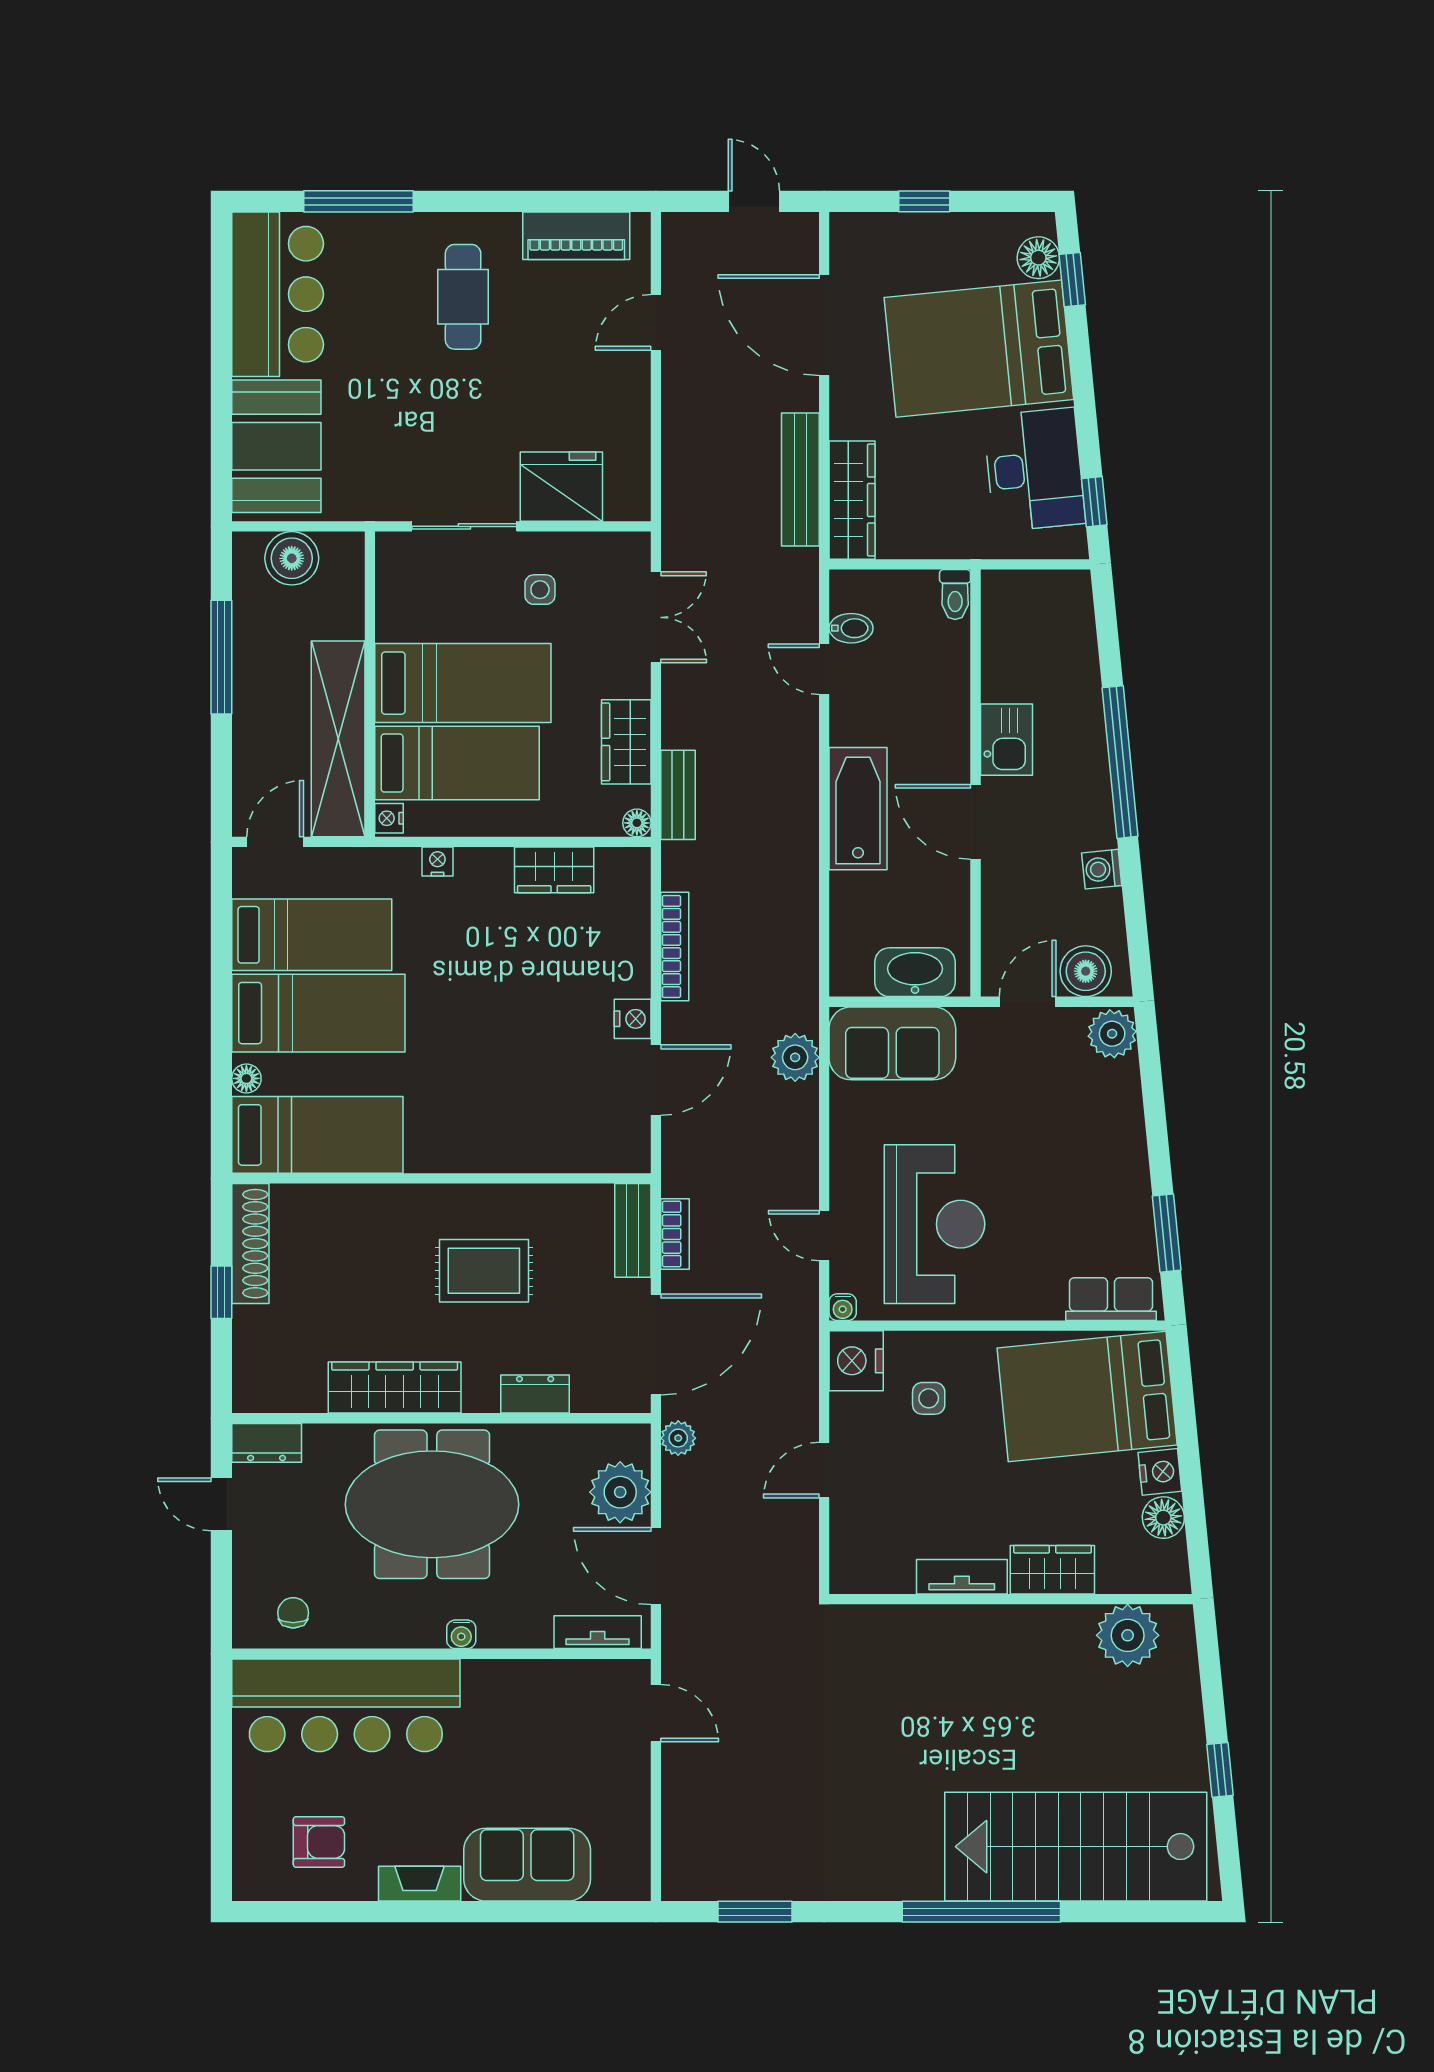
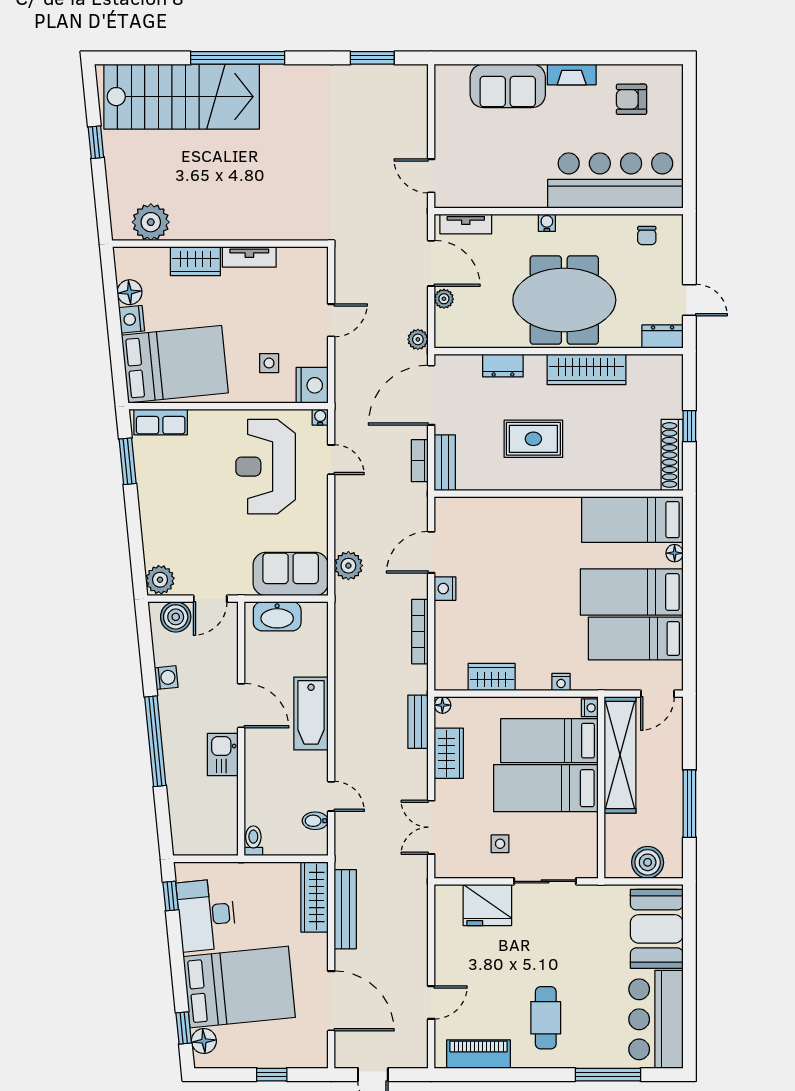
plant: (620, 1492) -> (444, 299), width x0.53, depth x0.53

